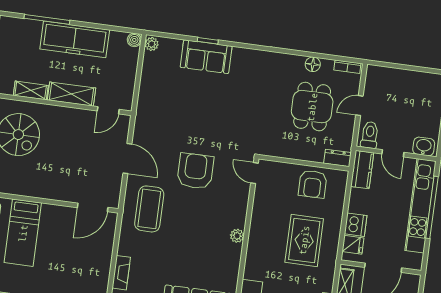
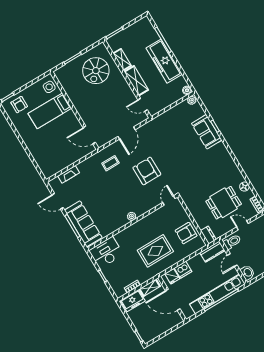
armchair: (195, 171) -> (147, 171), turned -90
coffee table: (149, 209) -> (111, 163), width x0.54, depth x0.58

